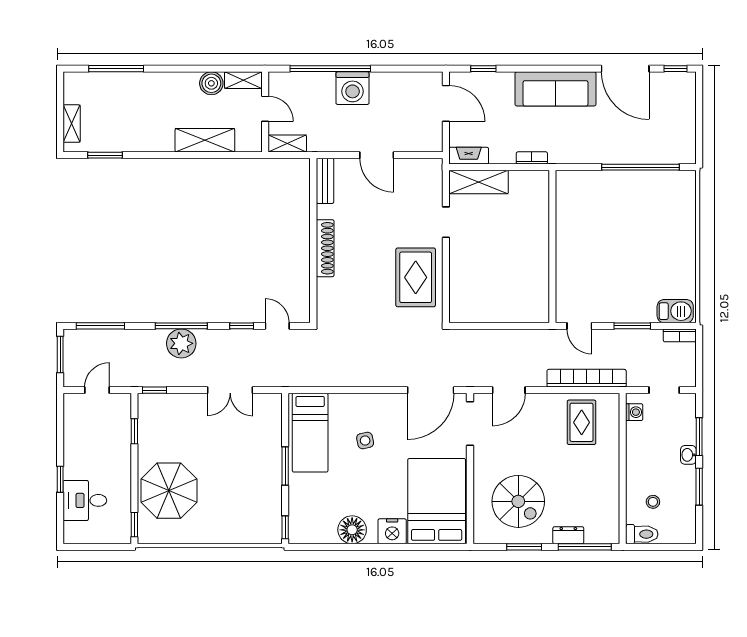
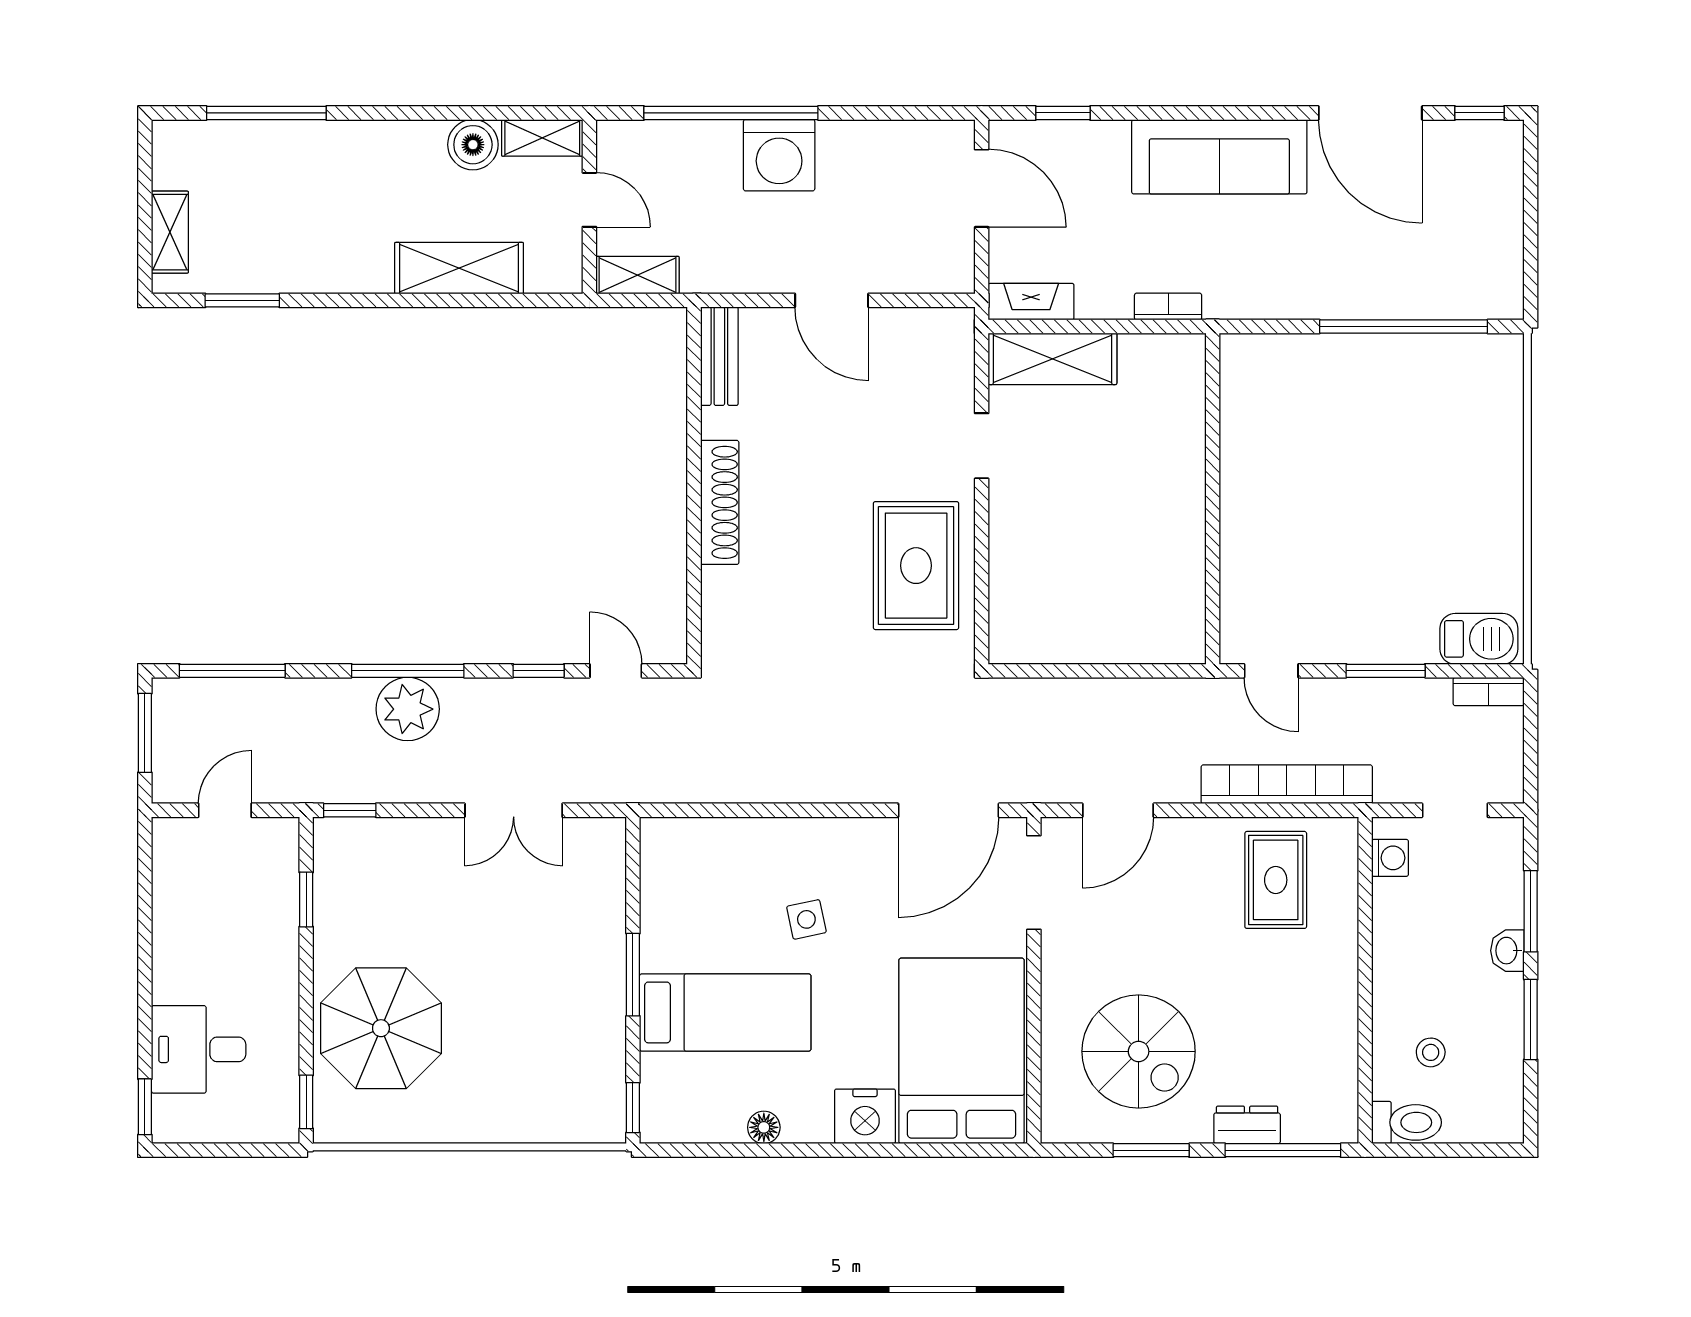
bed: (310, 433) -> (725, 1012), moved, turned -90
window: (60, 479) -> (145, 1107), moved
floor lamp: (352, 530) -> (764, 1127), width x0.53, depth x0.53

